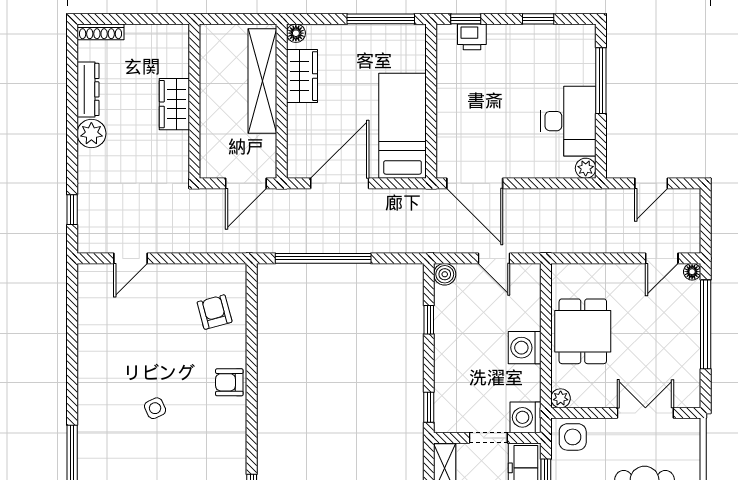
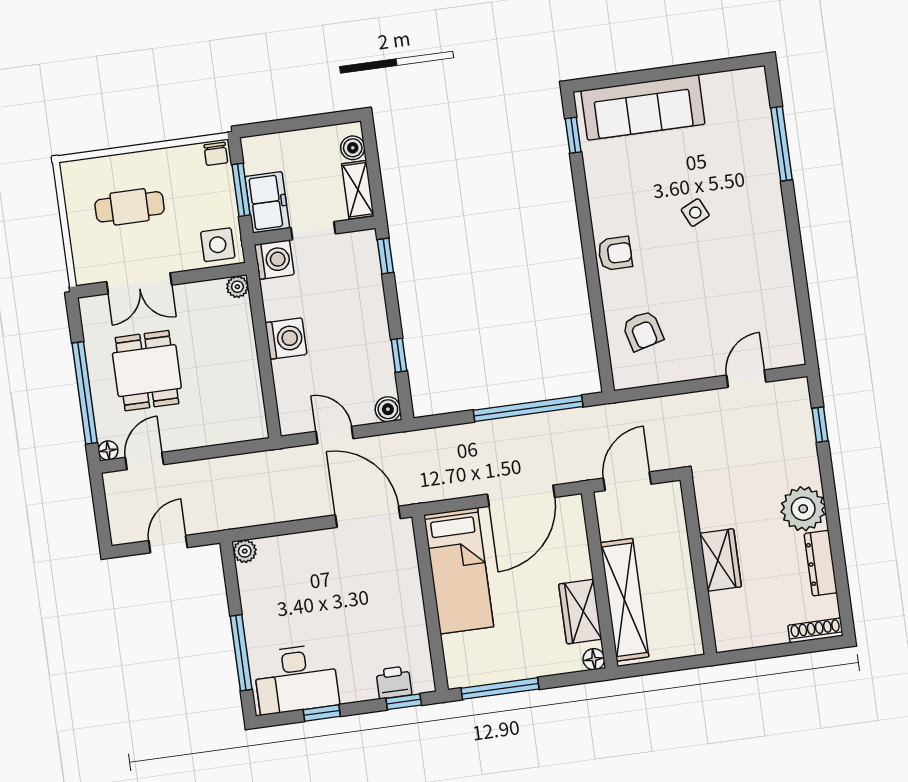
desk: (568, 121) -> (296, 679), moved, turned -90
plant: (91, 133) -> (803, 509), width x1.36, depth x1.36
dining table: (583, 331) -> (147, 371), moved

